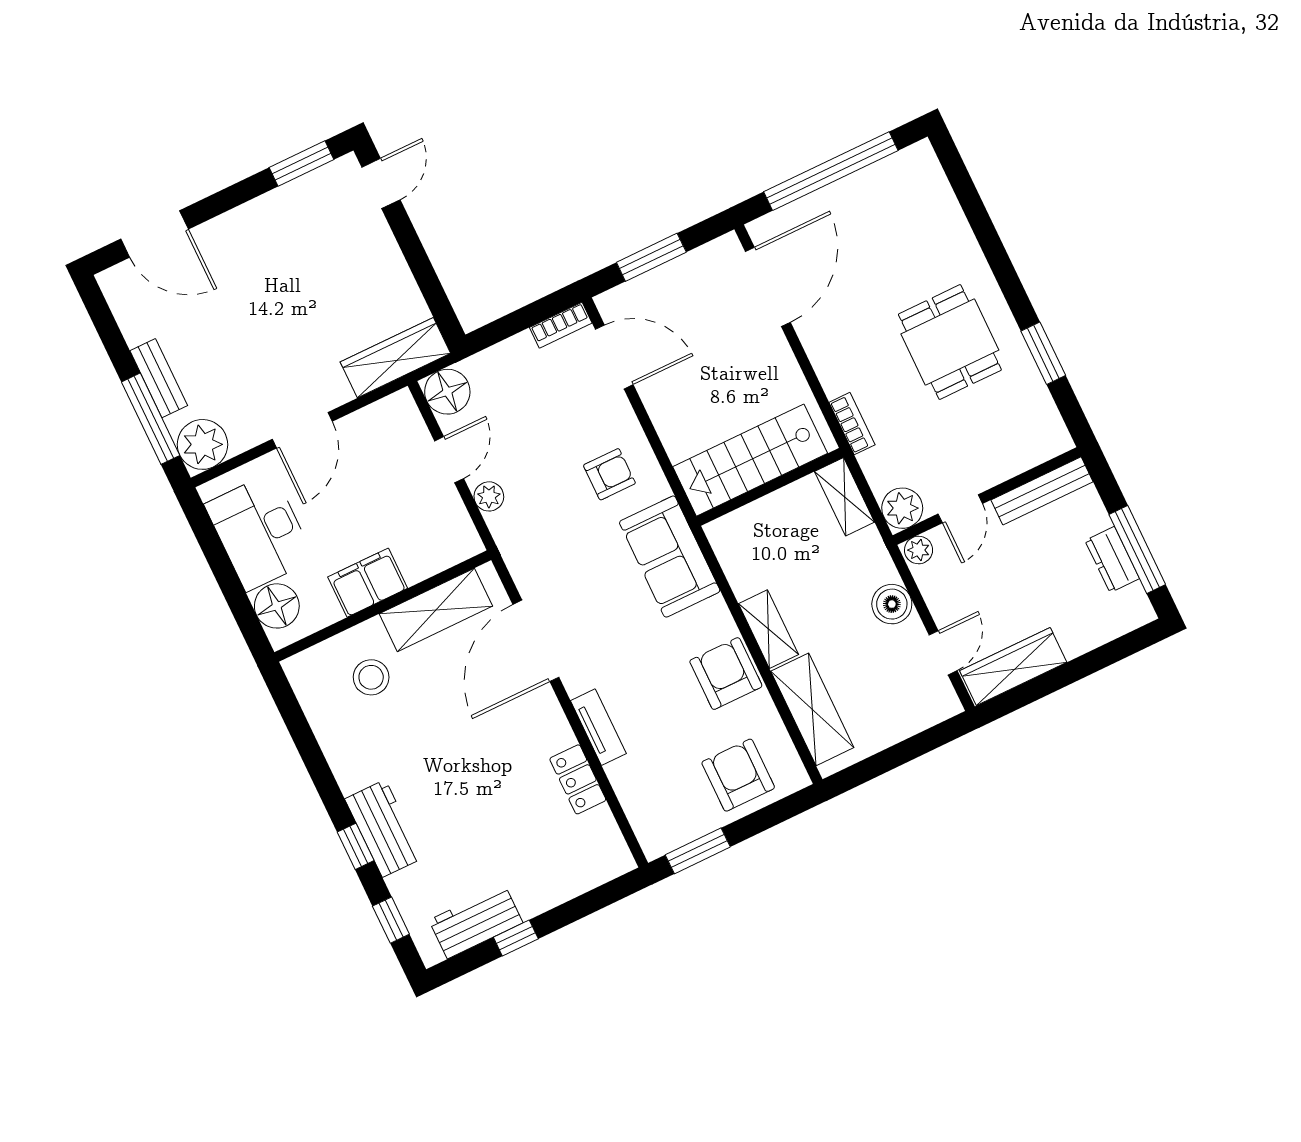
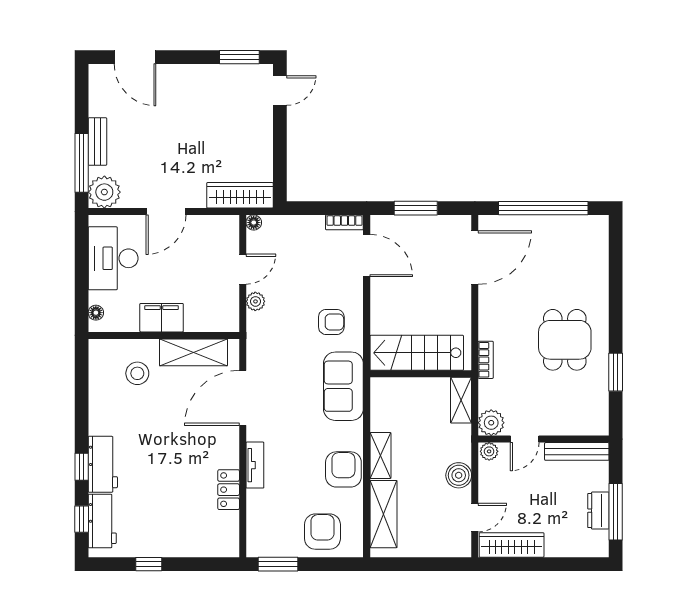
floor lamp: (447, 392) -> (254, 223), width x0.53, depth x0.53
floor lamp: (277, 606) -> (96, 313), width x0.53, depth x0.53
workbench: (476, 921) -> (102, 521), moved, turned 90

